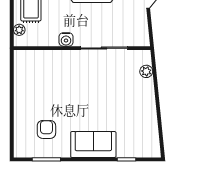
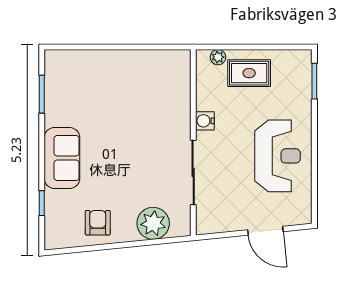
plant: (146, 71) -> (153, 223), width x1.88, depth x1.88
armchair: (46, 129) -> (98, 223), moved, turned -90

